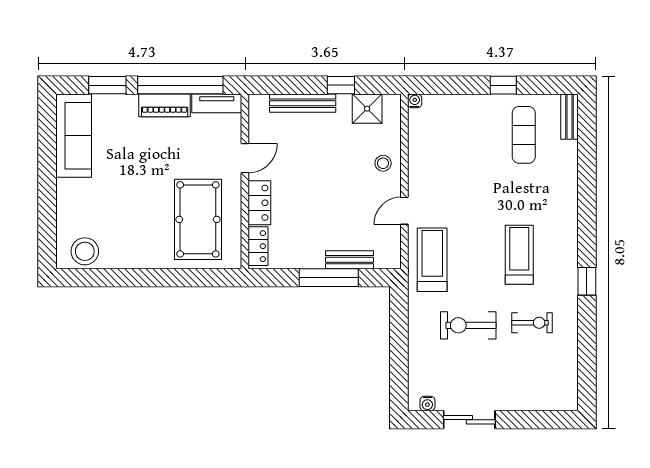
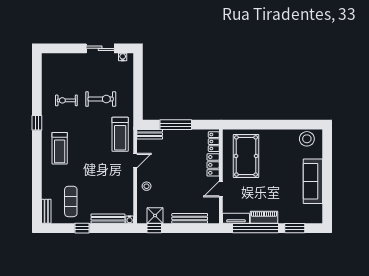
window: (341, 85) -> (154, 228), moved
bench: (455, 103) -> (108, 219), added
sofa: (74, 136) -> (313, 181), moved
treadmill: (519, 255) -> (60, 148), moved
bench: (350, 260) -> (150, 134), moved

